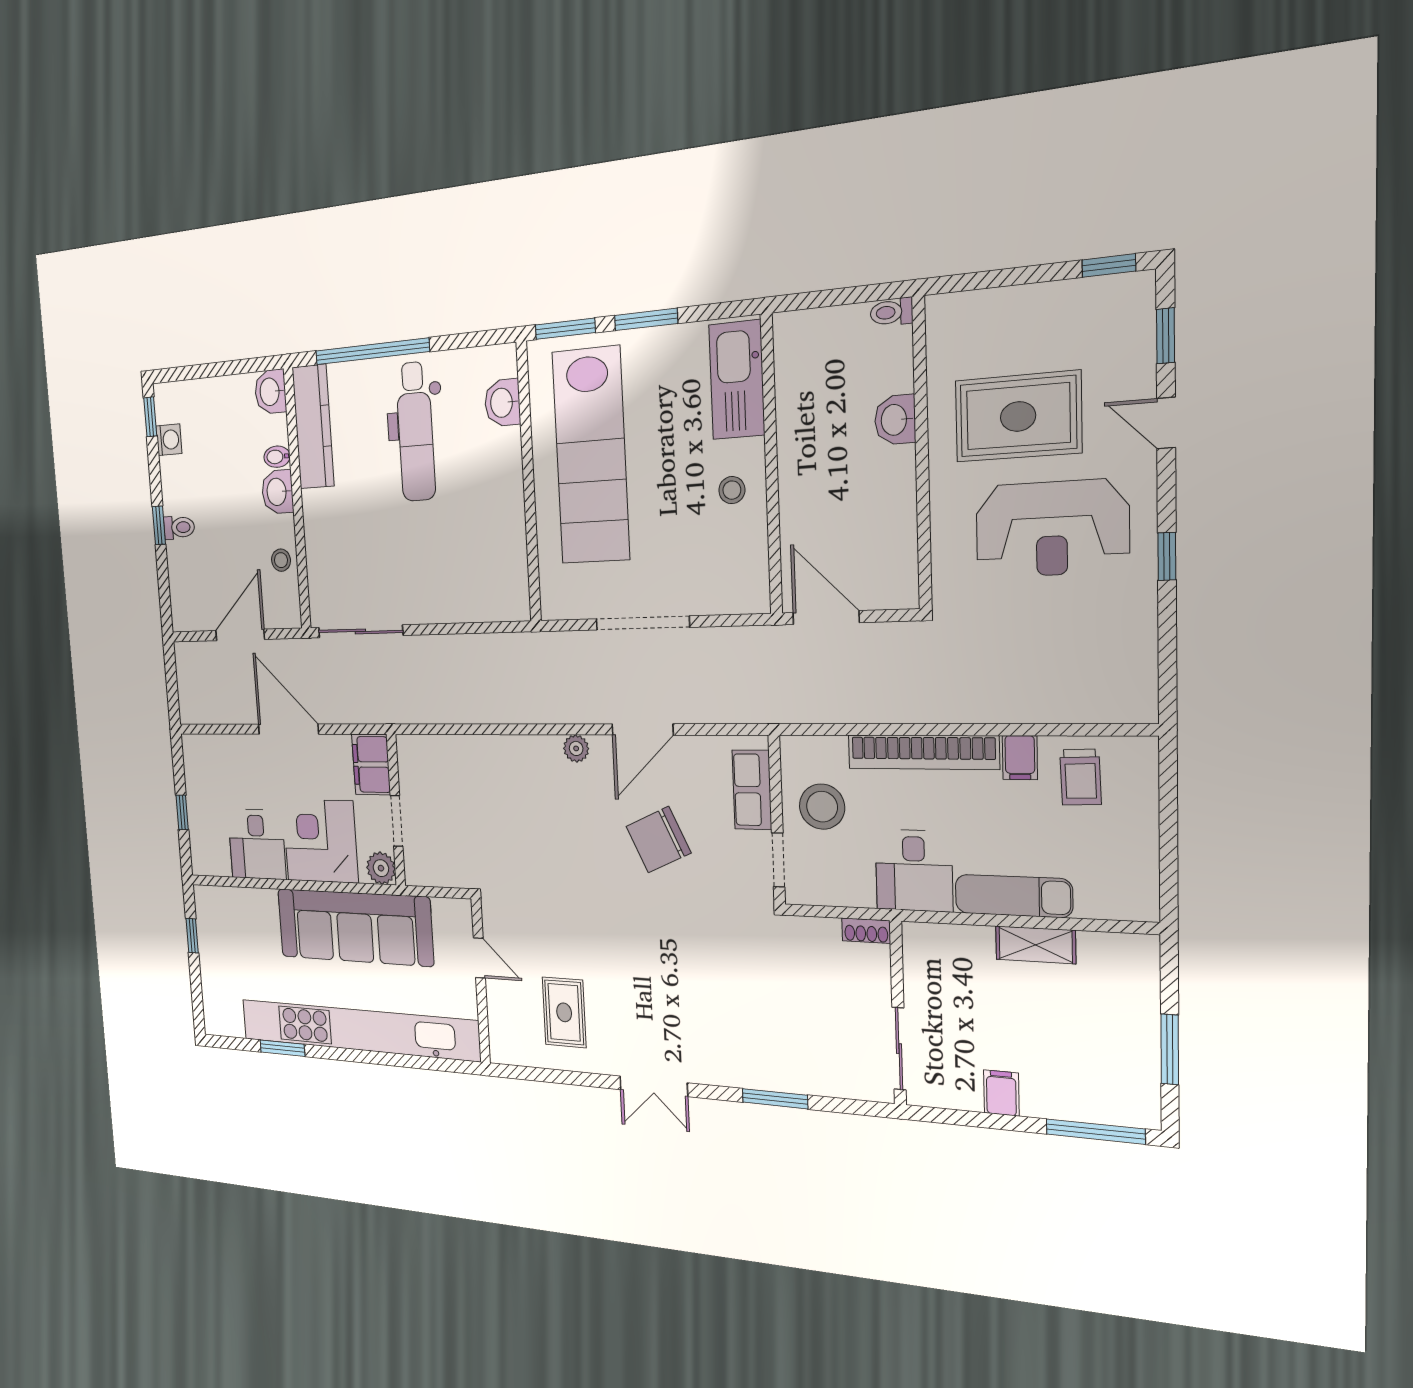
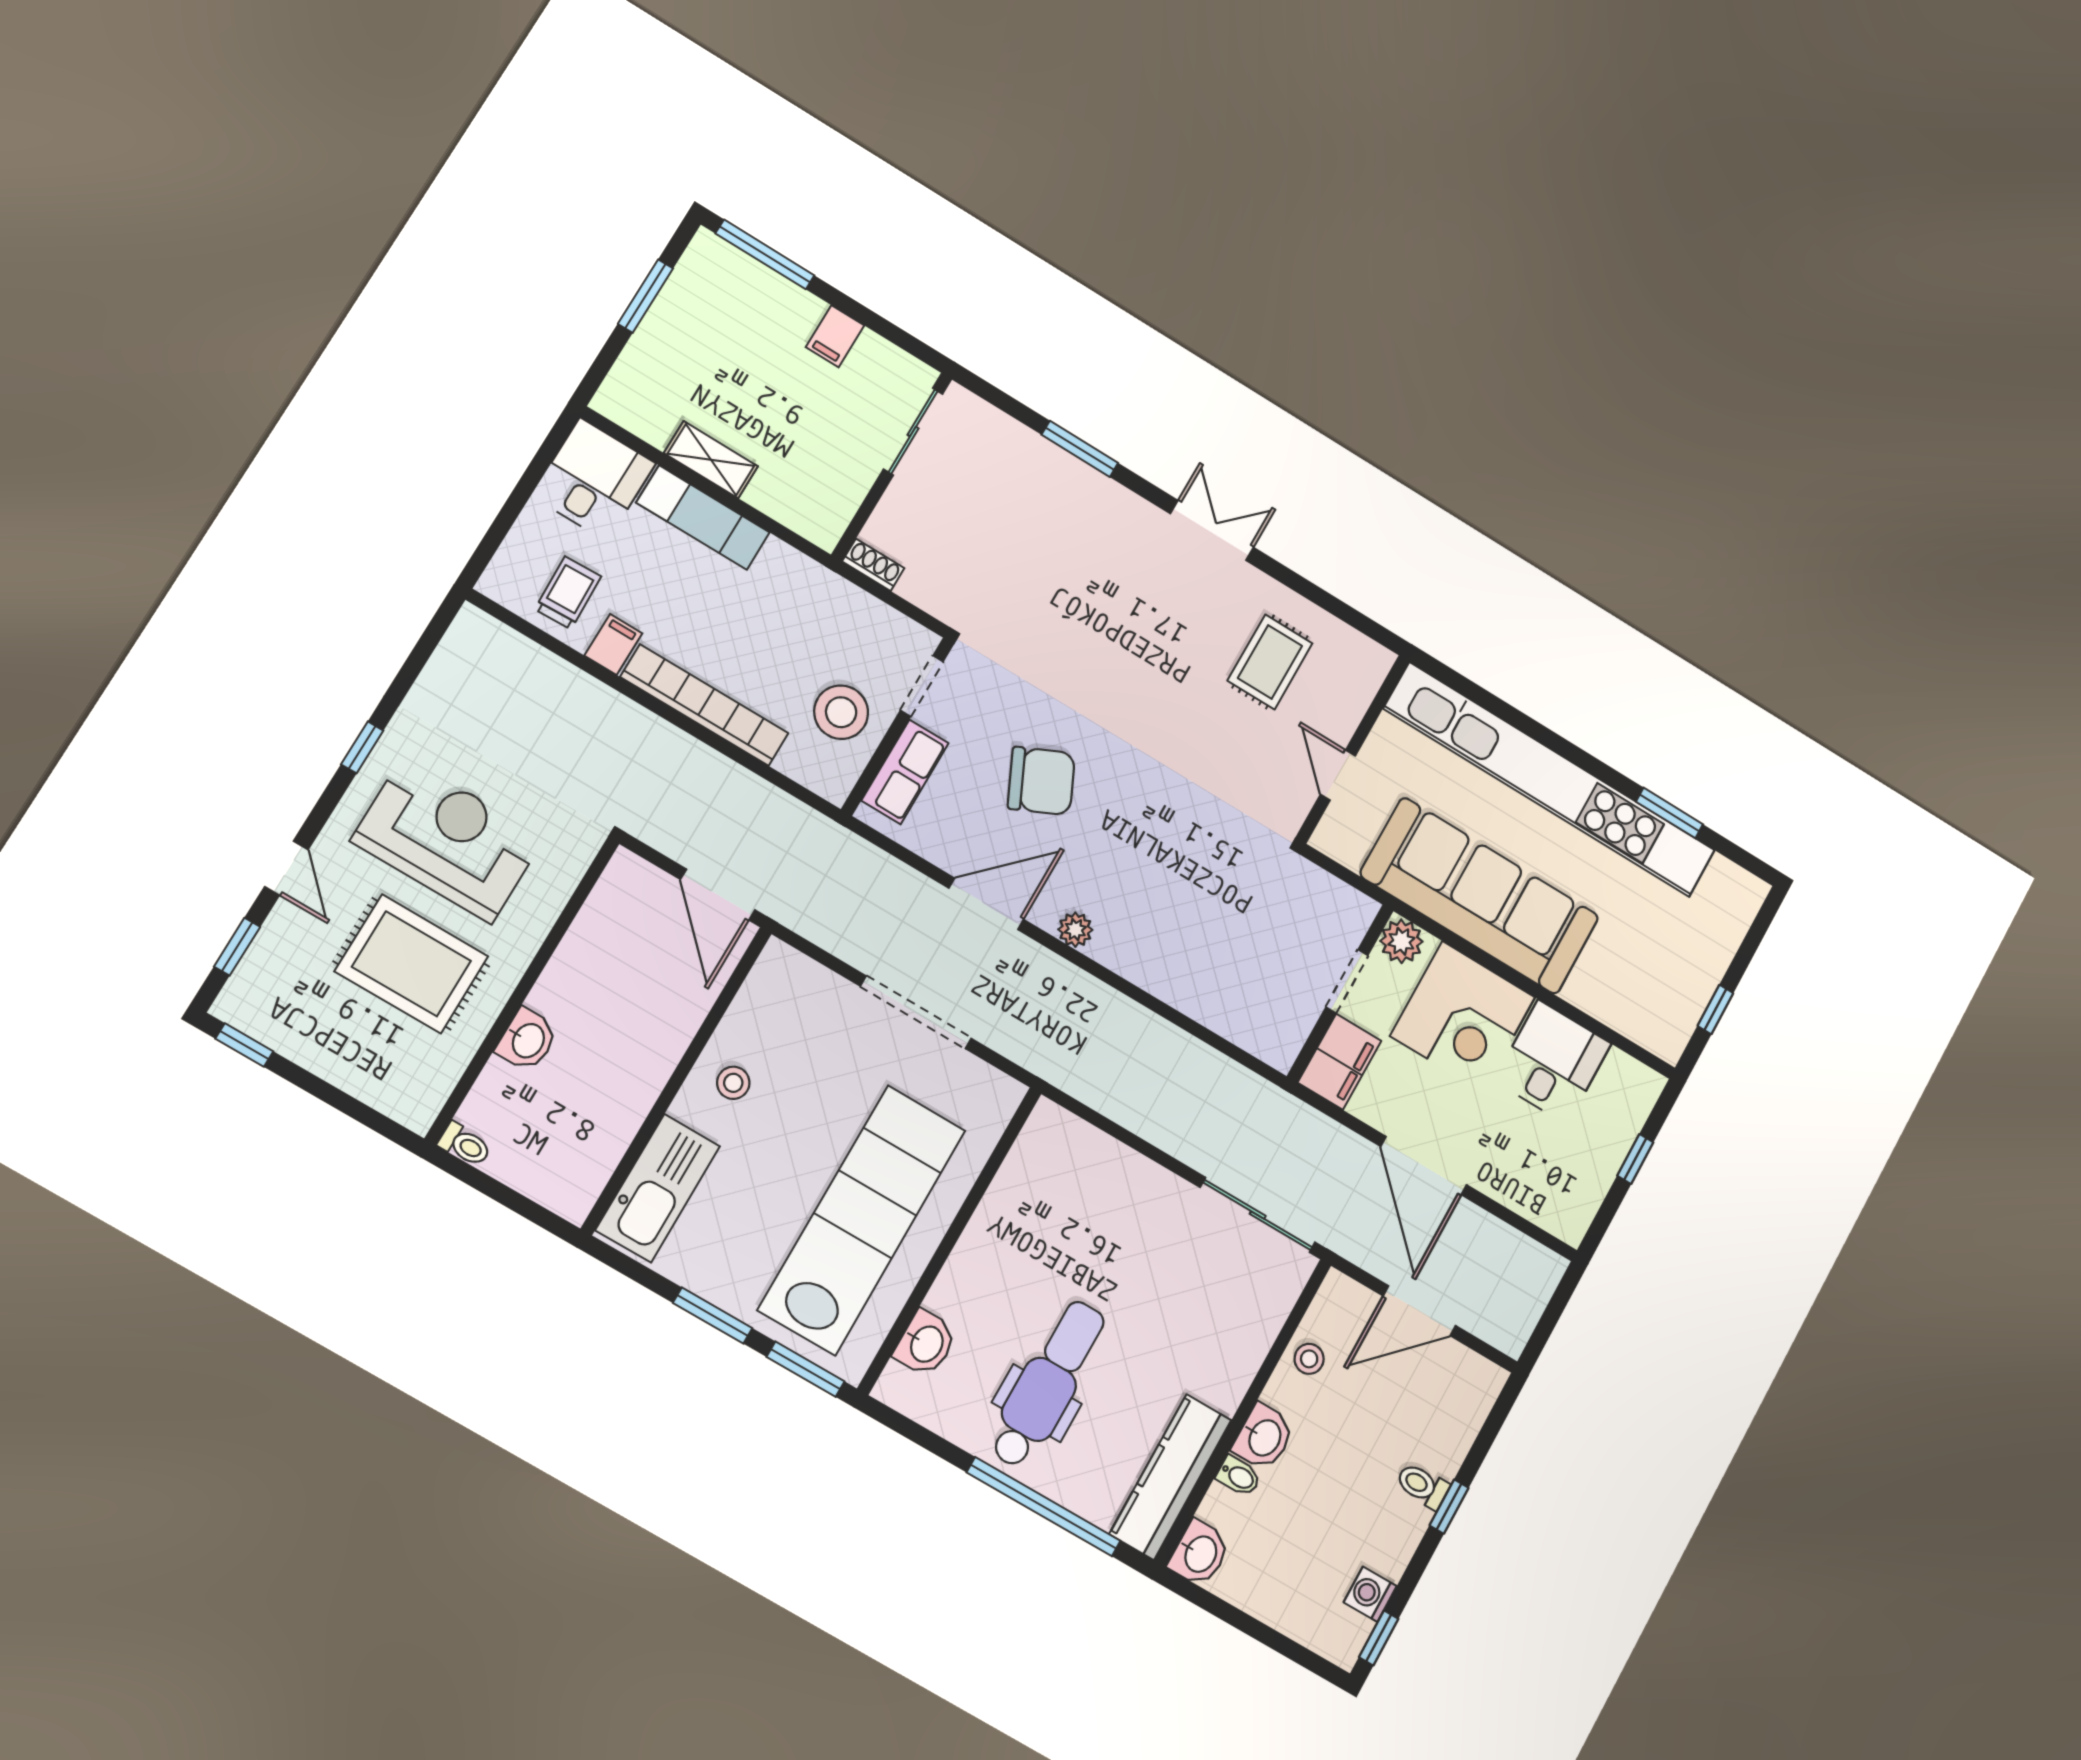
desk: (914, 871) -> (594, 480), moved

